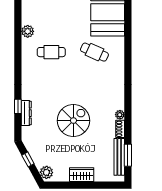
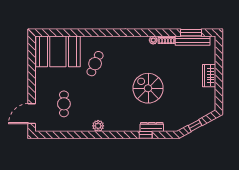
plant: (28, 31) -> (98, 126), moved
cafe table: (51, 52) -> (64, 104), moved
spiral stairs: (73, 121) -> (148, 88), moved
plant: (46, 172) -> (207, 108), removed

